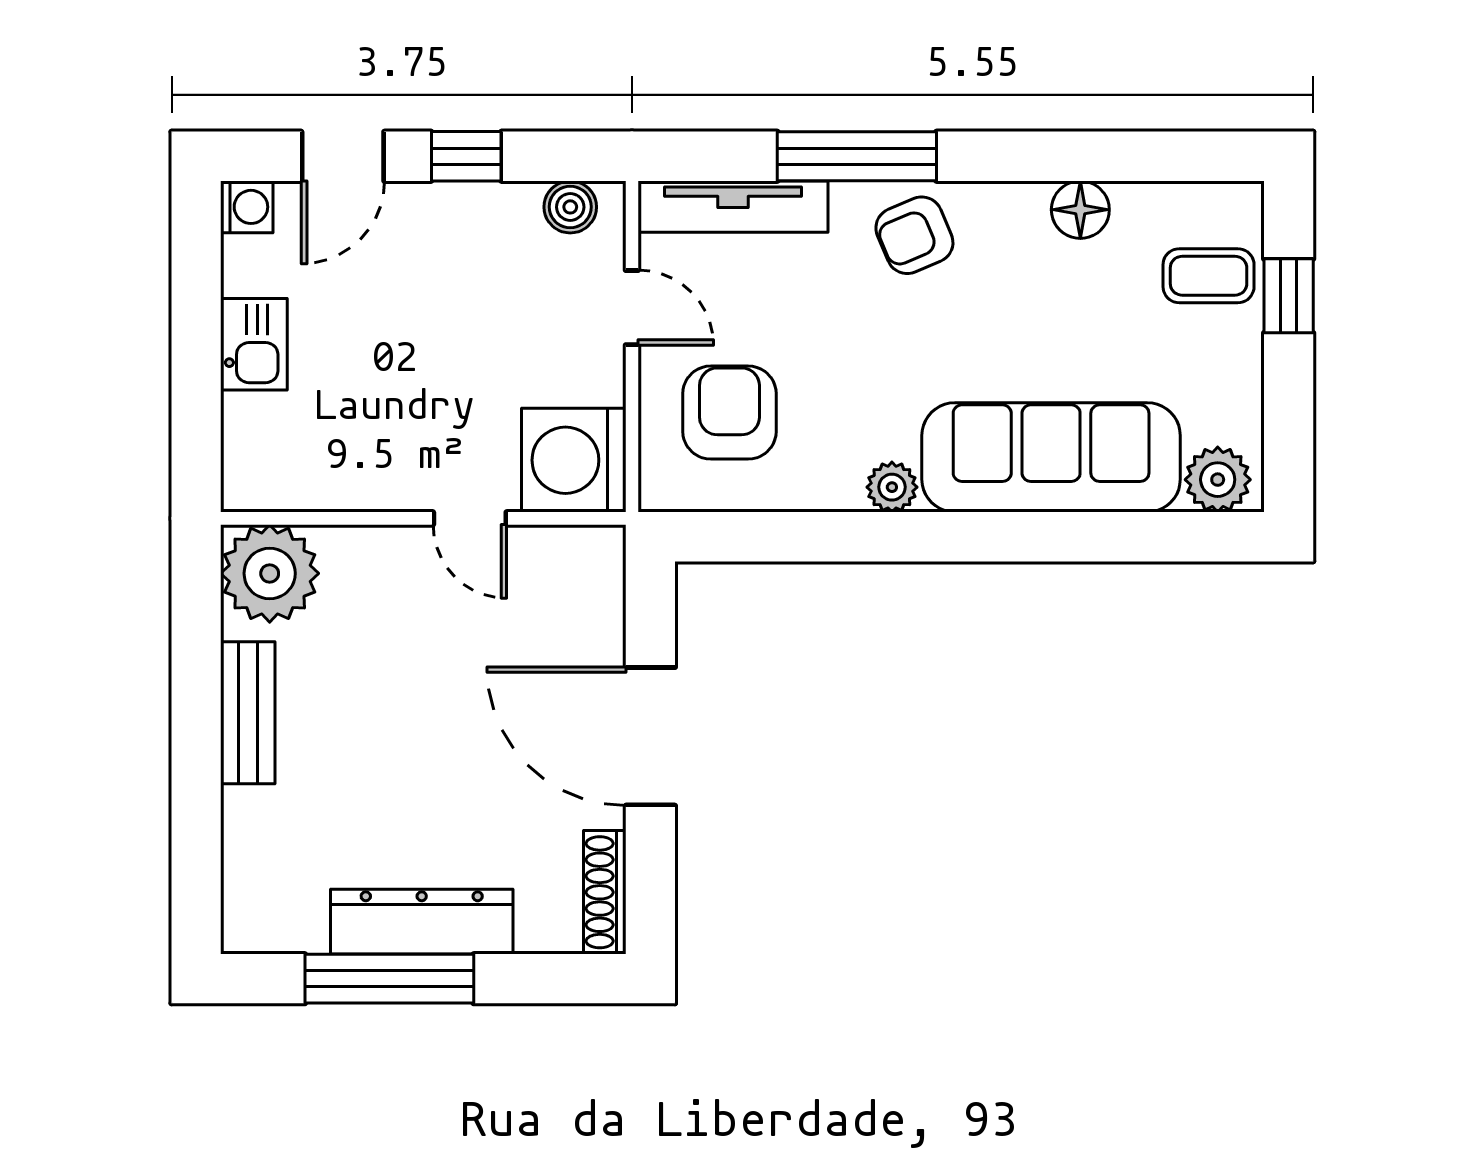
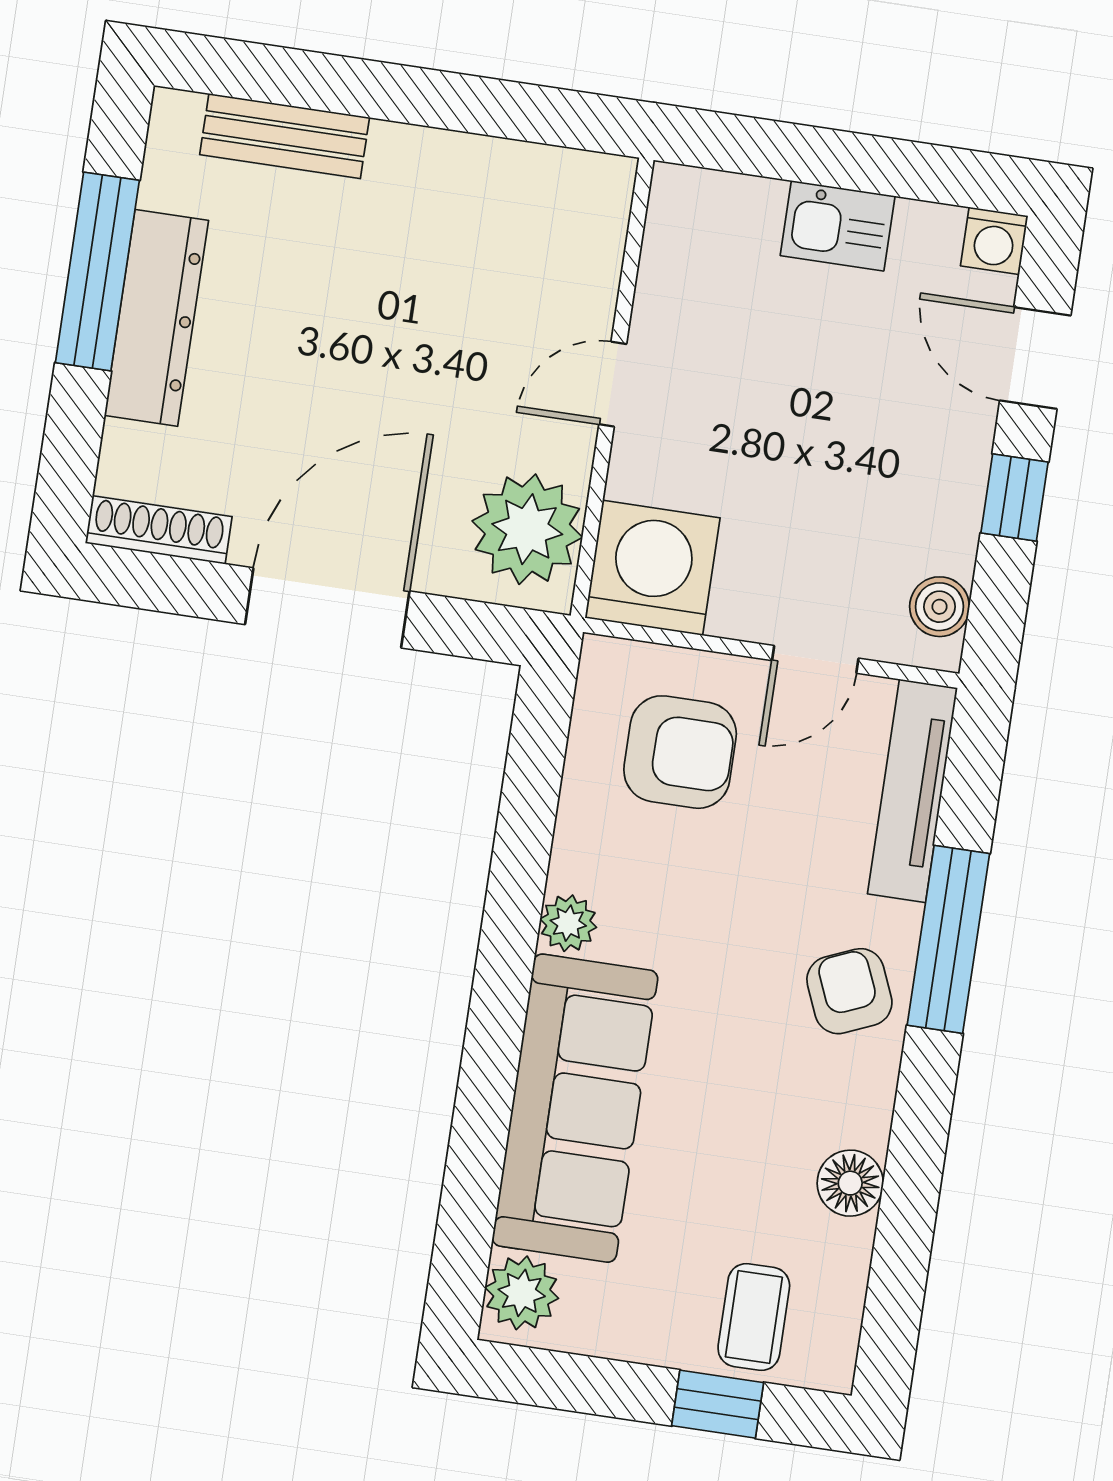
door: (470, 518) -> (613, 384), moved
plant: (270, 573) -> (527, 529), moved
bench: (248, 713) -> (285, 136), moved

